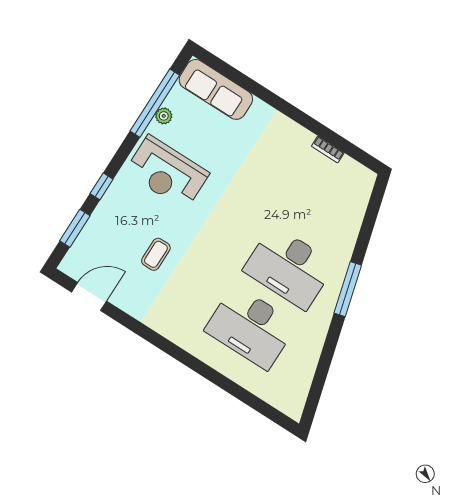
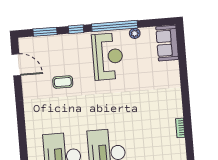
sofa: (216, 89) -> (167, 43), width x0.73
window: (155, 103) -> (115, 26), moved
reception desk: (167, 172) -> (108, 56), turned 180

